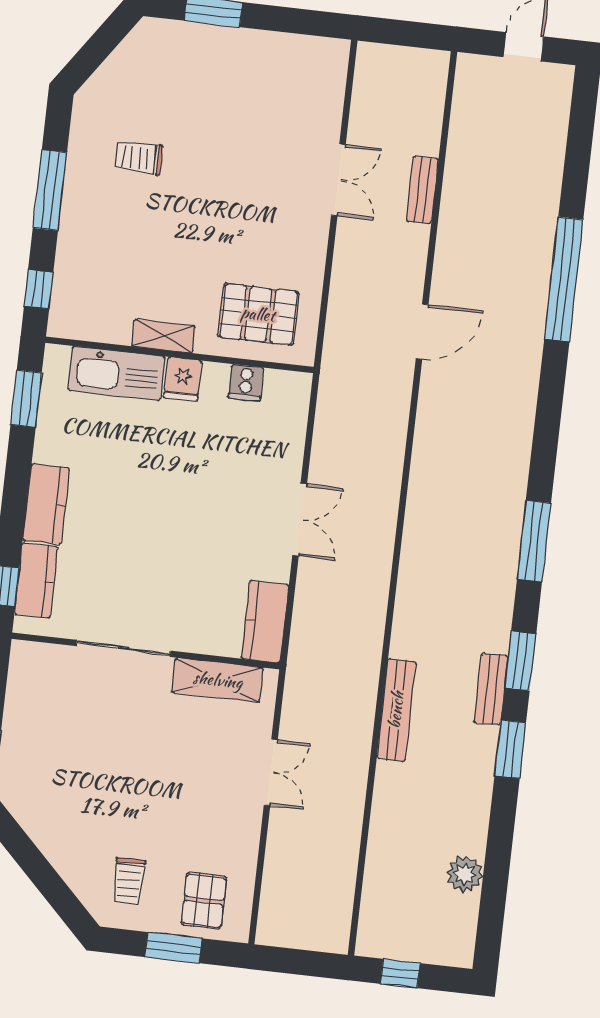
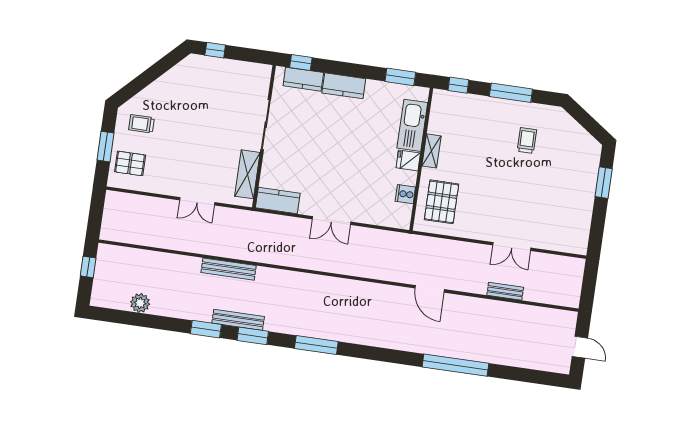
bench: (491, 689) -> (238, 320), width x1.36

